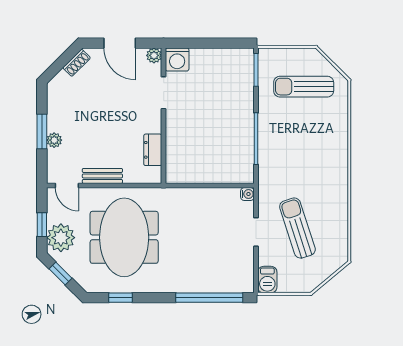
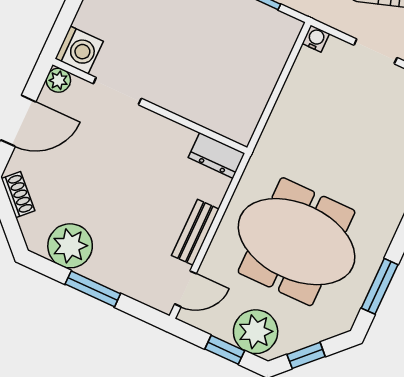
plant: (54, 140) -> (70, 246), moved, width x1.88, depth x1.88
dresser: (153, 150) -> (217, 155), moved
window: (120, 298) -> (380, 286), width x1.50

